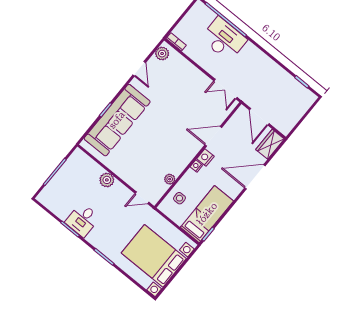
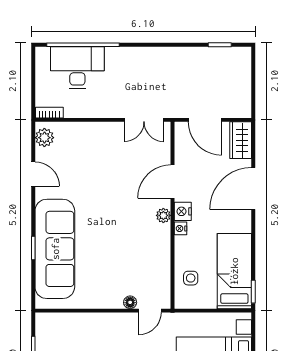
desk: (224, 39) -> (77, 68), moved
plant: (170, 179) -> (163, 215), moved
plant: (107, 180) -> (96, 322), removed
floor lamp: (135, 184) -> (130, 302), added

